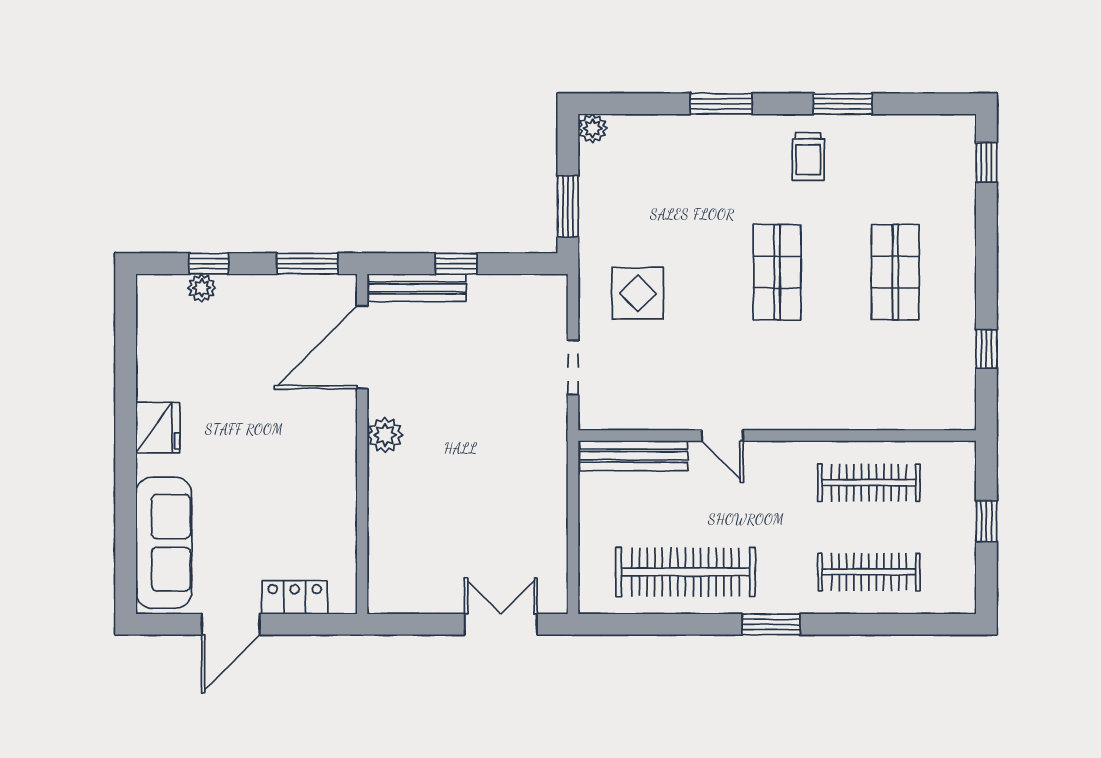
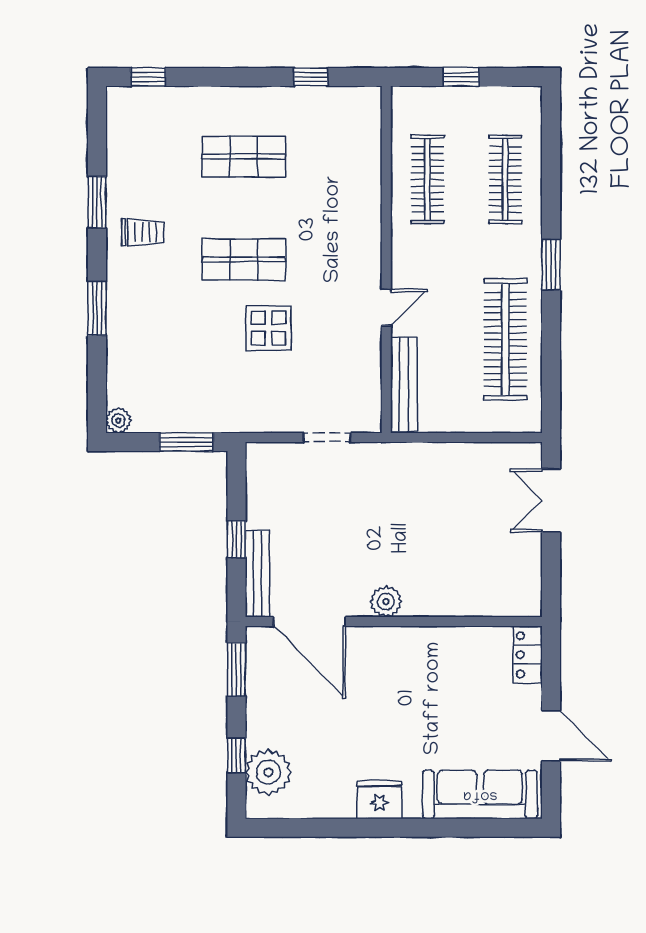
plant: (202, 288) -> (268, 772), width x1.88, depth x1.88
display table: (638, 293) -> (268, 328), moved
locker: (295, 597) -> (528, 655), moved

